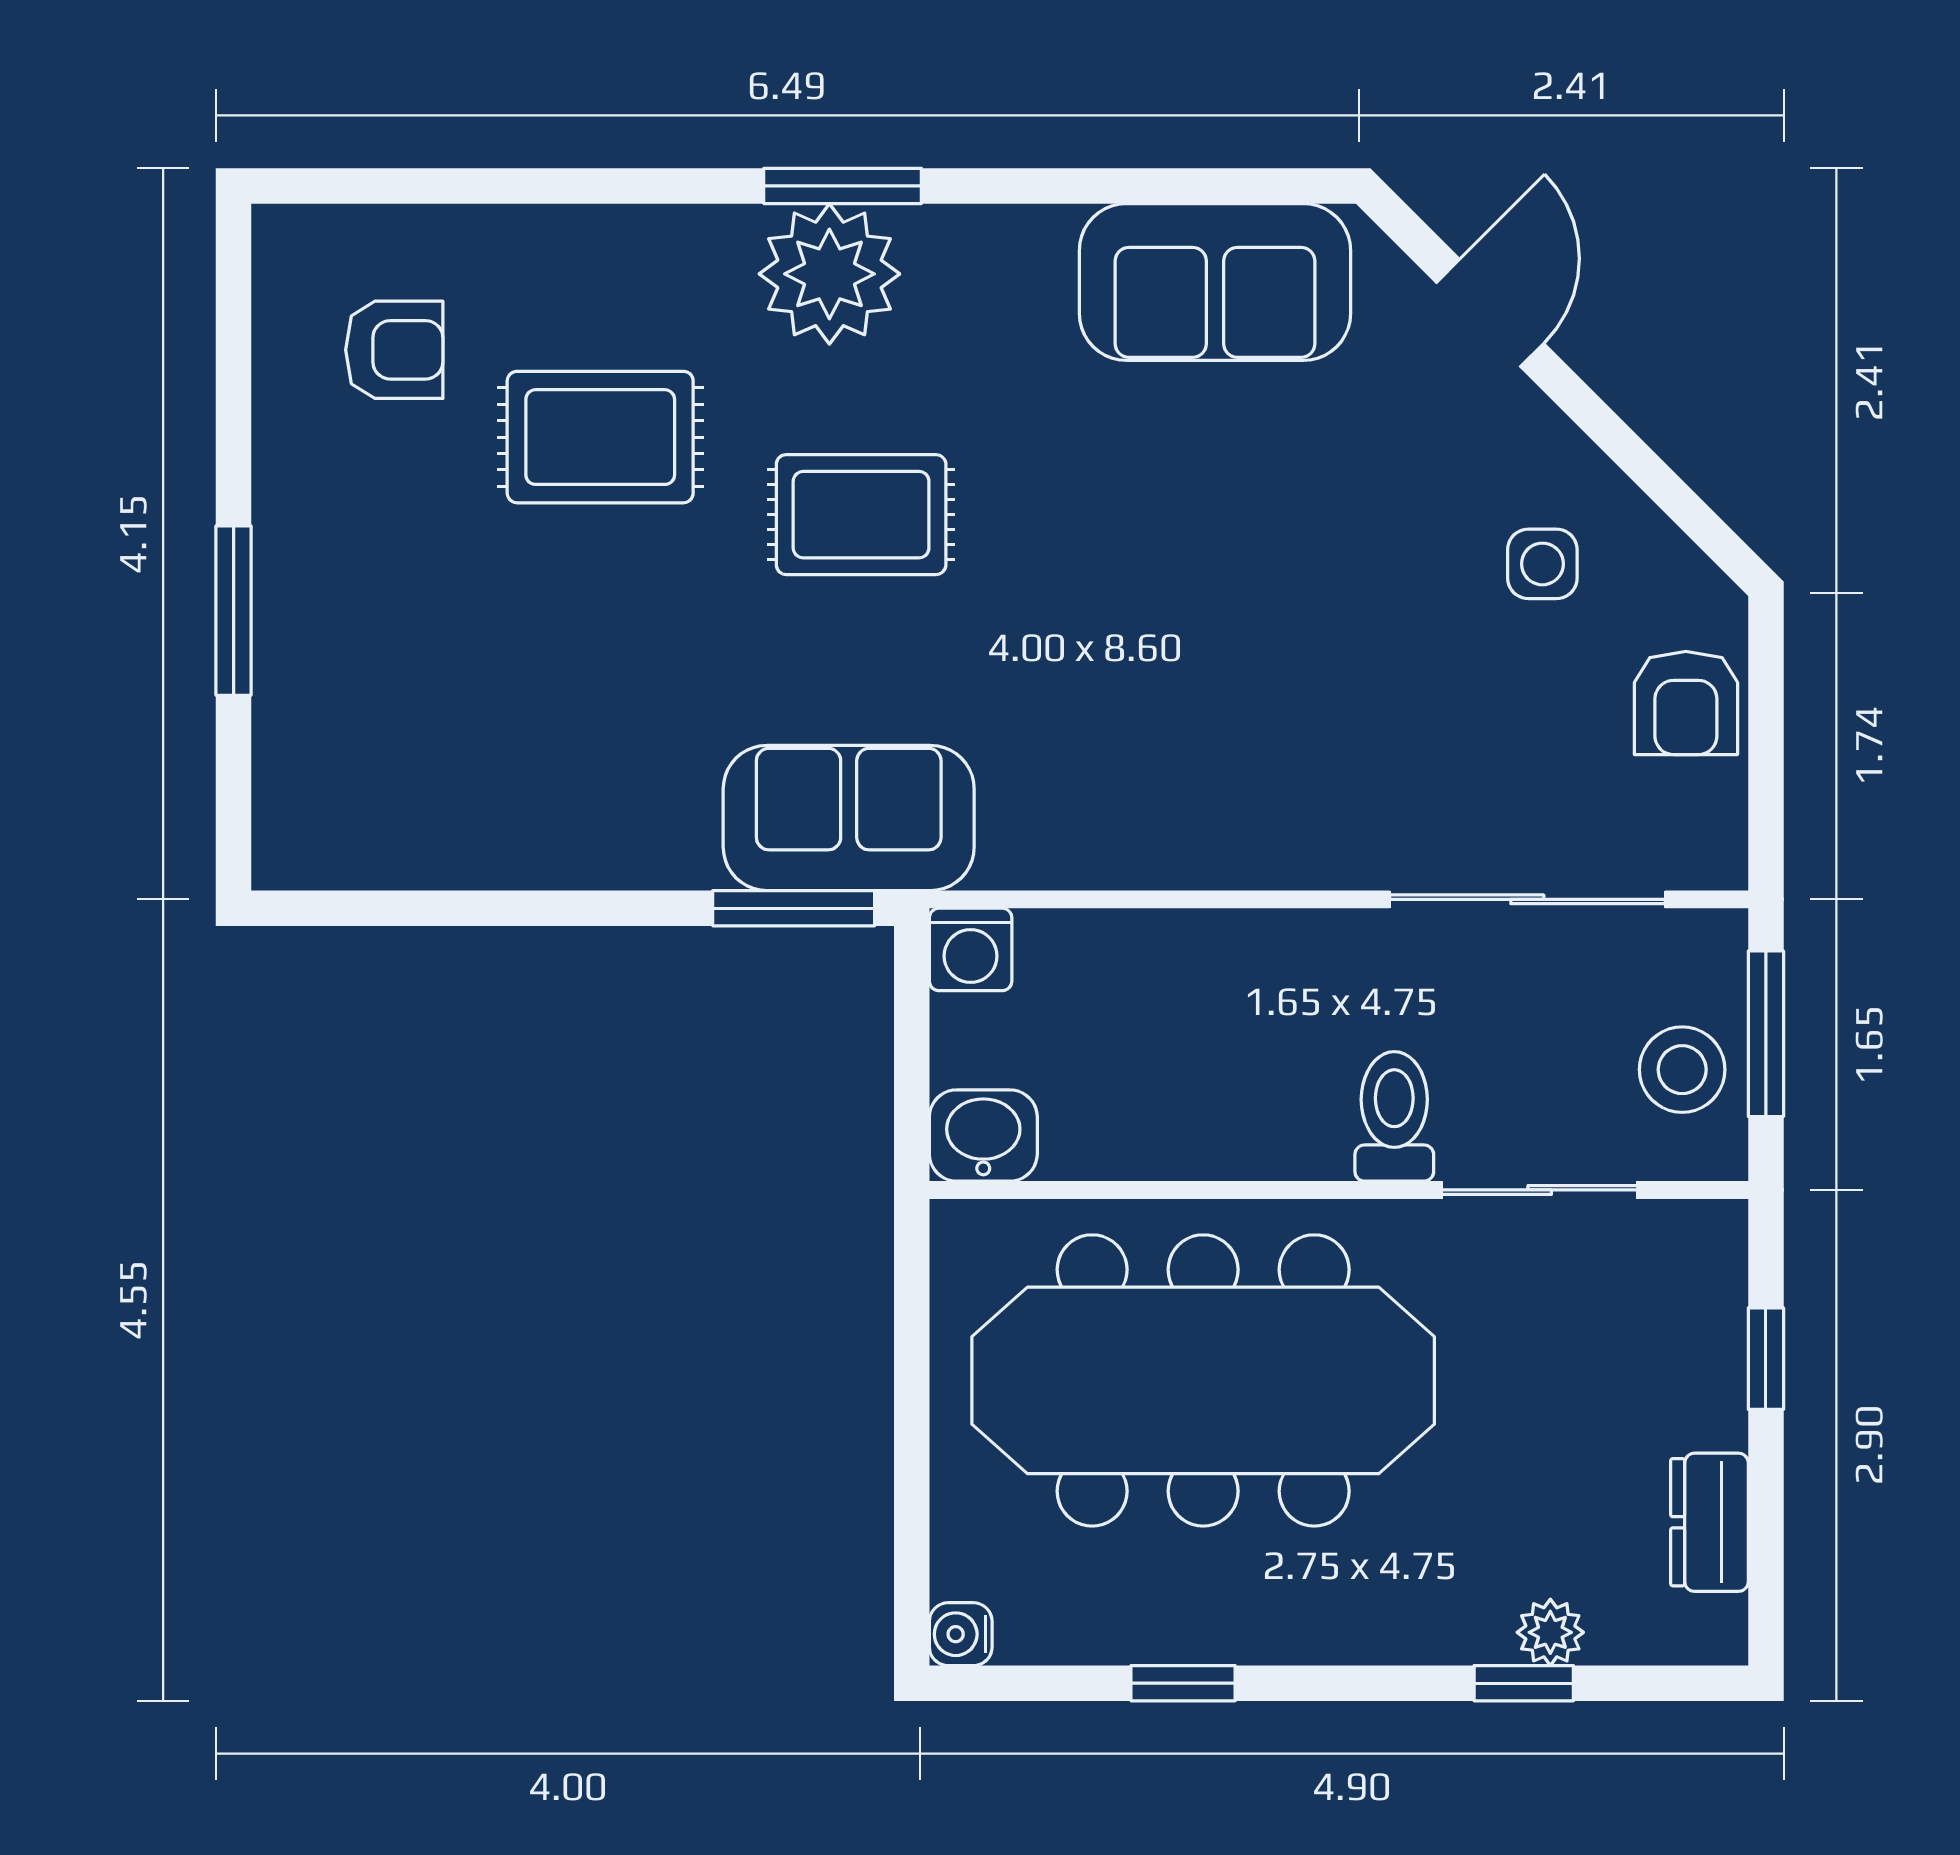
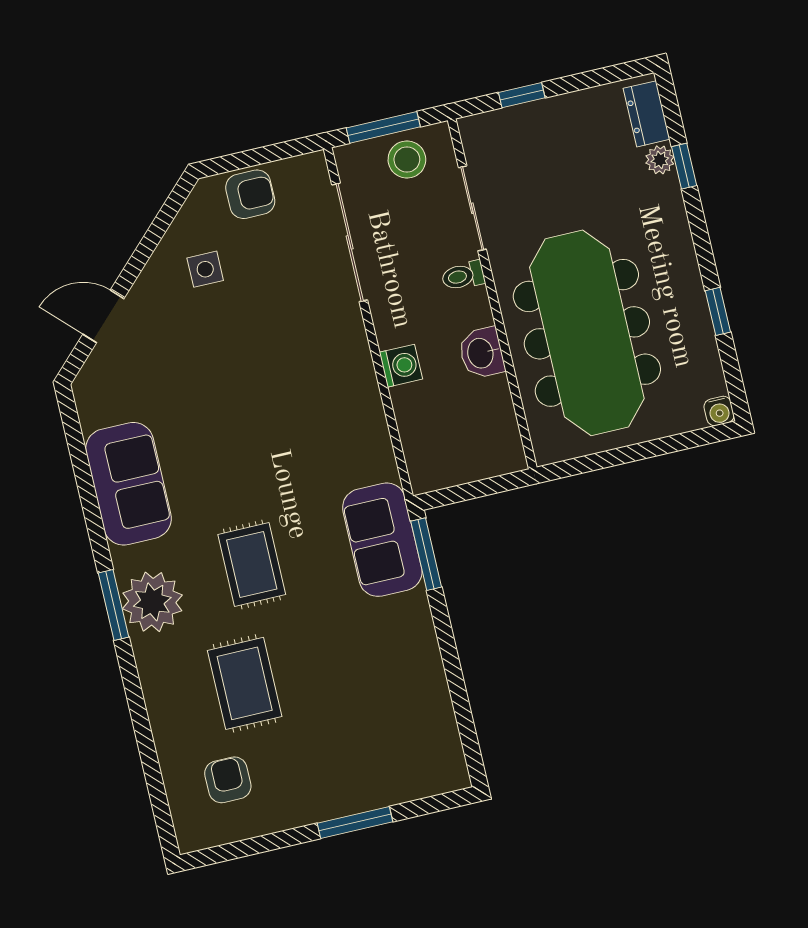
sofa: (1215, 282) -> (128, 484), moved
washing machine: (971, 949) -> (401, 366), moved
toilet: (1394, 1116) -> (463, 276), width x0.73, depth x0.72
washbasin: (983, 1135) -> (481, 353), moved
dresser: (1710, 1522) -> (647, 114), moved, turned 90

